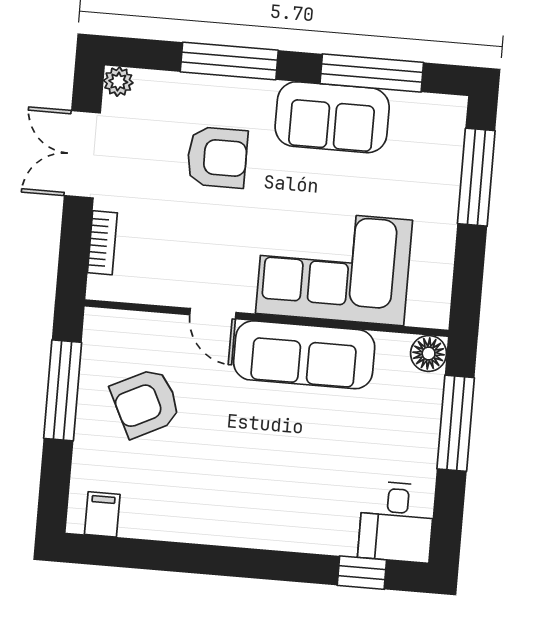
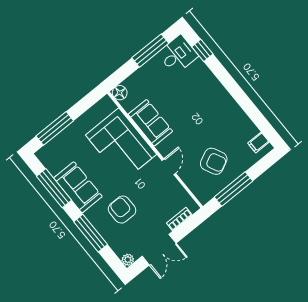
sofa: (304, 355) -> (150, 123), width x0.73
window: (456, 423) -> (150, 51), moved

